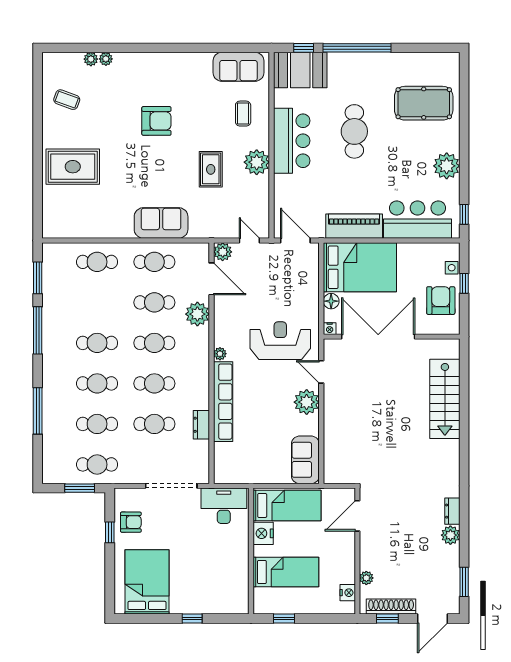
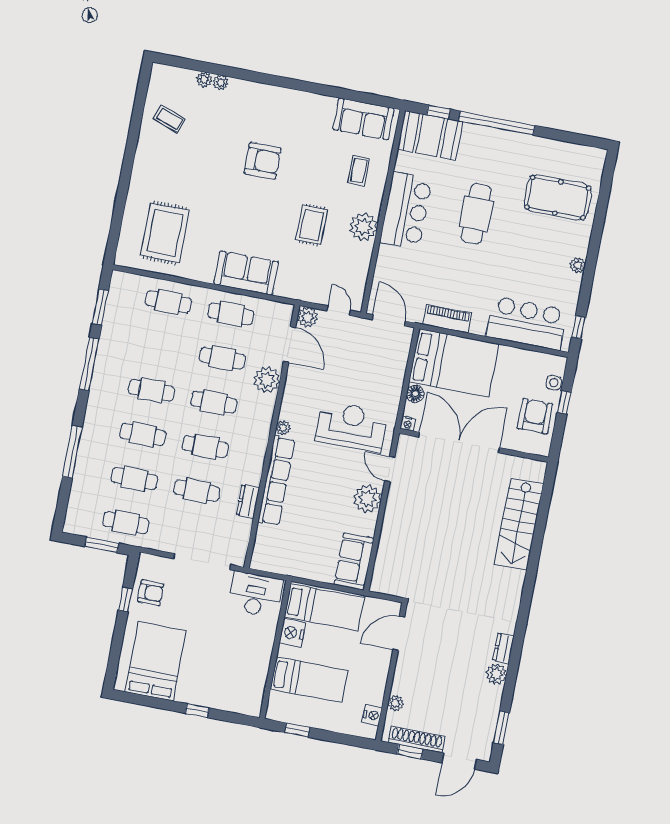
plant: (447, 166) -> (578, 265), width x0.53, depth x0.53
rug: (73, 167) -> (165, 233), moved, turned 90
piano: (354, 226) -> (447, 319), width x0.73, depth x0.75

